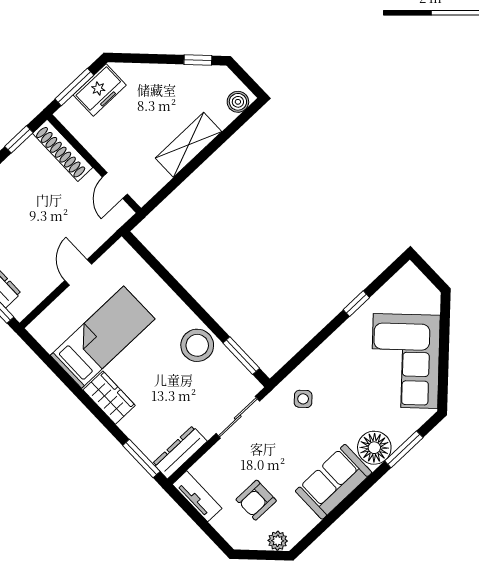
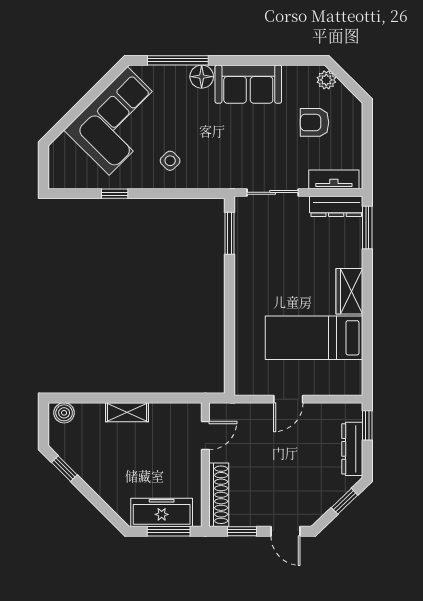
freezer: (100, 90) -> (162, 512), width x1.40
shelving: (188, 145) -> (127, 412), width x0.67, depth x0.75
stool: (197, 345) -> (253, 270), removed
side table: (303, 399) -> (170, 161), moved
floor lamp: (374, 448) -> (202, 77), width x0.73, depth x0.73
window: (404, 449) -> (178, 60), width x1.44
tv unit: (197, 496) -> (334, 180), moved, turned 90
armchair: (256, 500) -> (315, 122), turned 180

